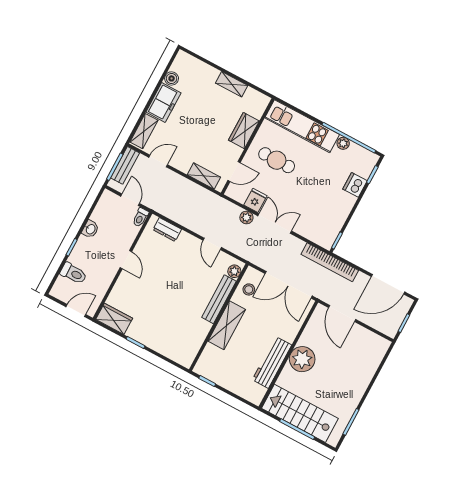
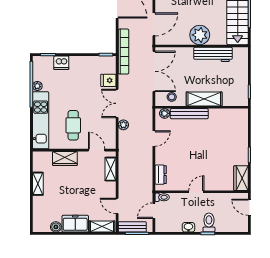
fridge: (255, 200) -> (108, 80), moved
toilet: (73, 273) -> (209, 223), moved

